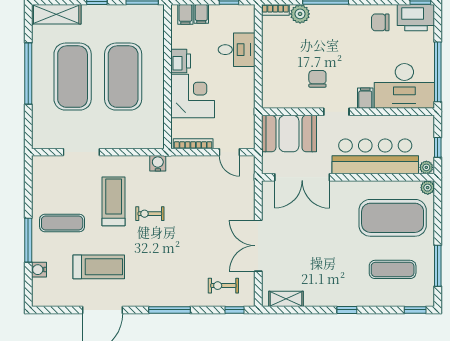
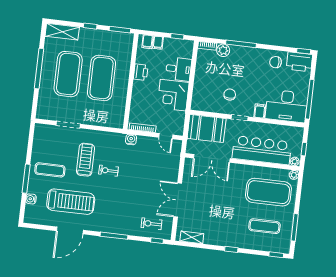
corner desk: (193, 96) -> (173, 95), moved, turned 180
water cooler: (158, 163) -> (131, 139), moved
treadmill: (99, 267) -> (71, 202), width x1.37, depth x1.38

